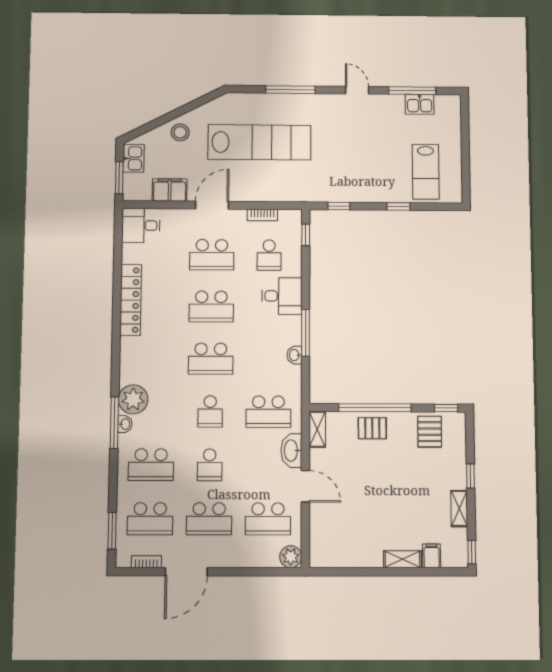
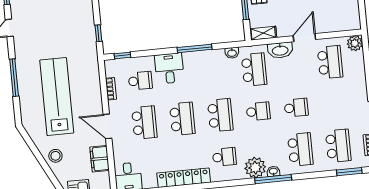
washbasin: (295, 355) -> (232, 53), moved
school desk: (209, 519) -> (224, 157), moved, width x0.54

